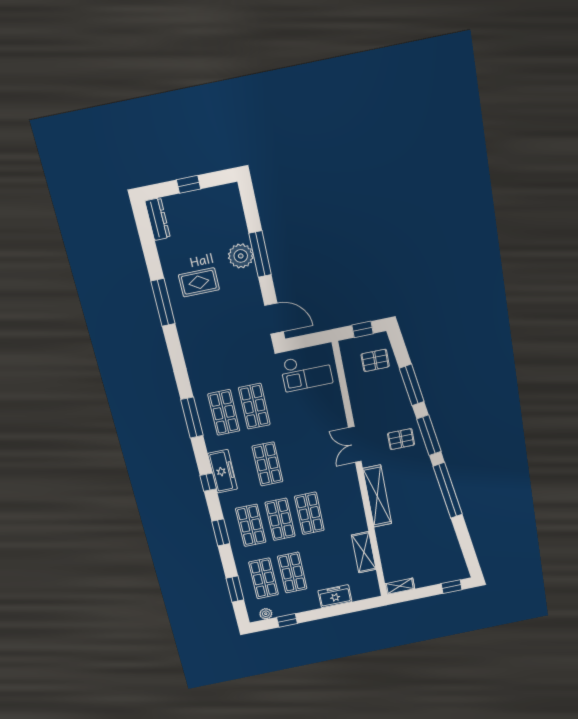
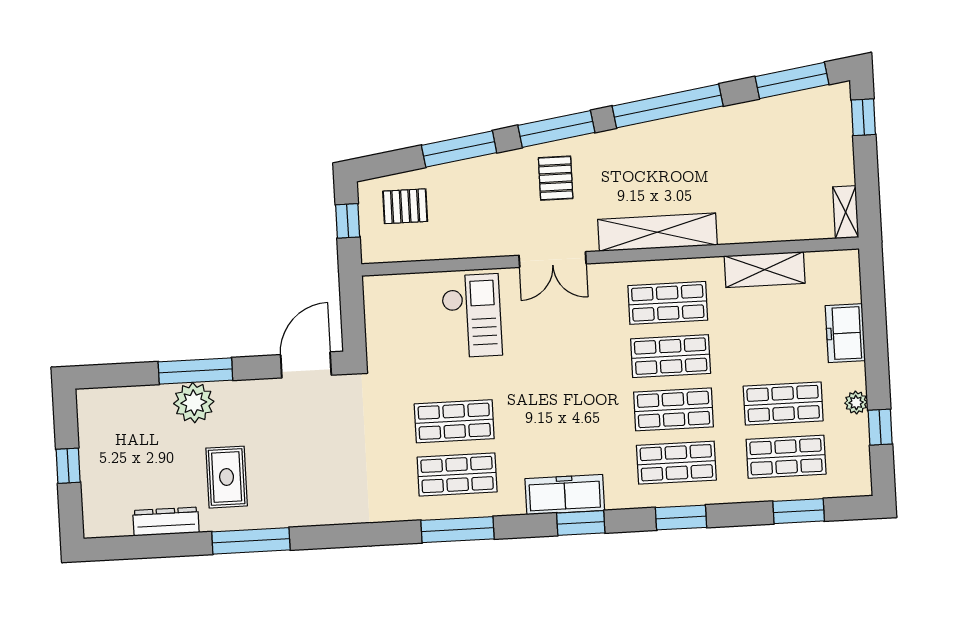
dresser: (157, 219) -> (166, 521), moved
pallet: (375, 360) -> (405, 206), turned 90
checkout: (306, 372) -> (472, 316), moved
shop shelf: (267, 464) -> (668, 303), moved
window: (208, 482) -> (581, 523), width x1.50
window: (468, 550) -> (792, 80), added
plant: (266, 614) -> (856, 403), moved

